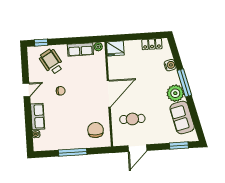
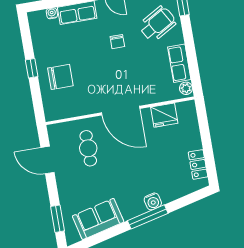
fridge: (115, 48) -> (164, 115), moved, turned -90
water cooler: (170, 65) -> (153, 201), moved
plant: (175, 93) -> (132, 205), removed
chair: (96, 130) -> (60, 77), moved
window: (73, 152) -> (32, 68), width x0.46

